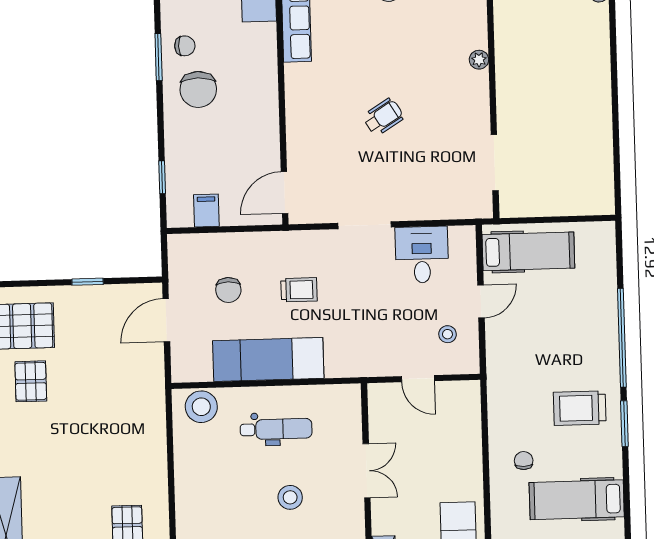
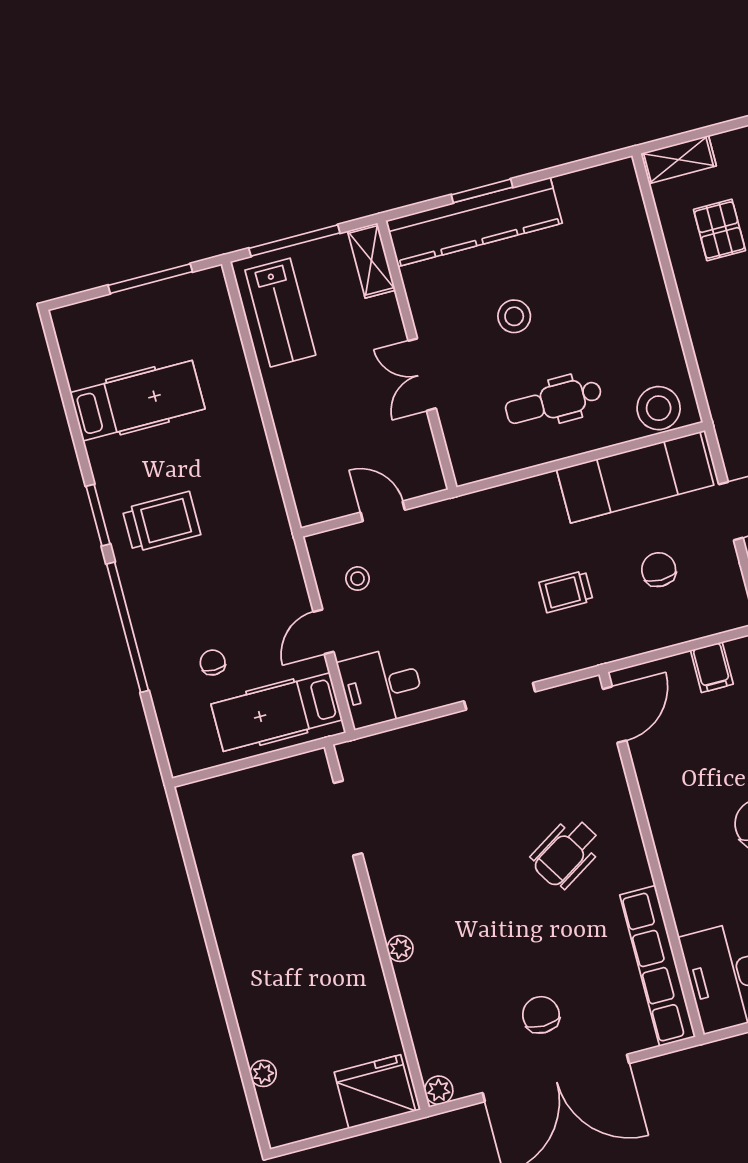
wheelchair: (383, 117) -> (566, 853), moved, width x1.36, depth x1.37
desk: (422, 255) -> (382, 687), moved, turned 90
exam couch: (268, 359) -> (635, 477), moved
chair: (524, 461) -> (213, 663), moved, turned 180

